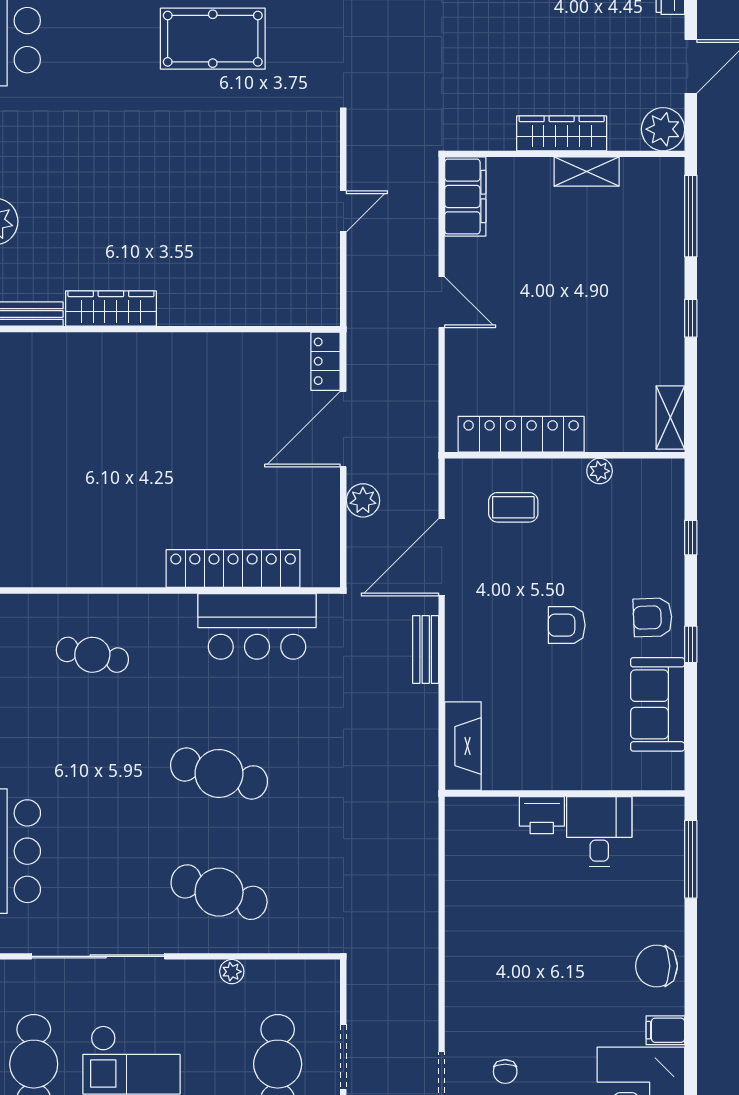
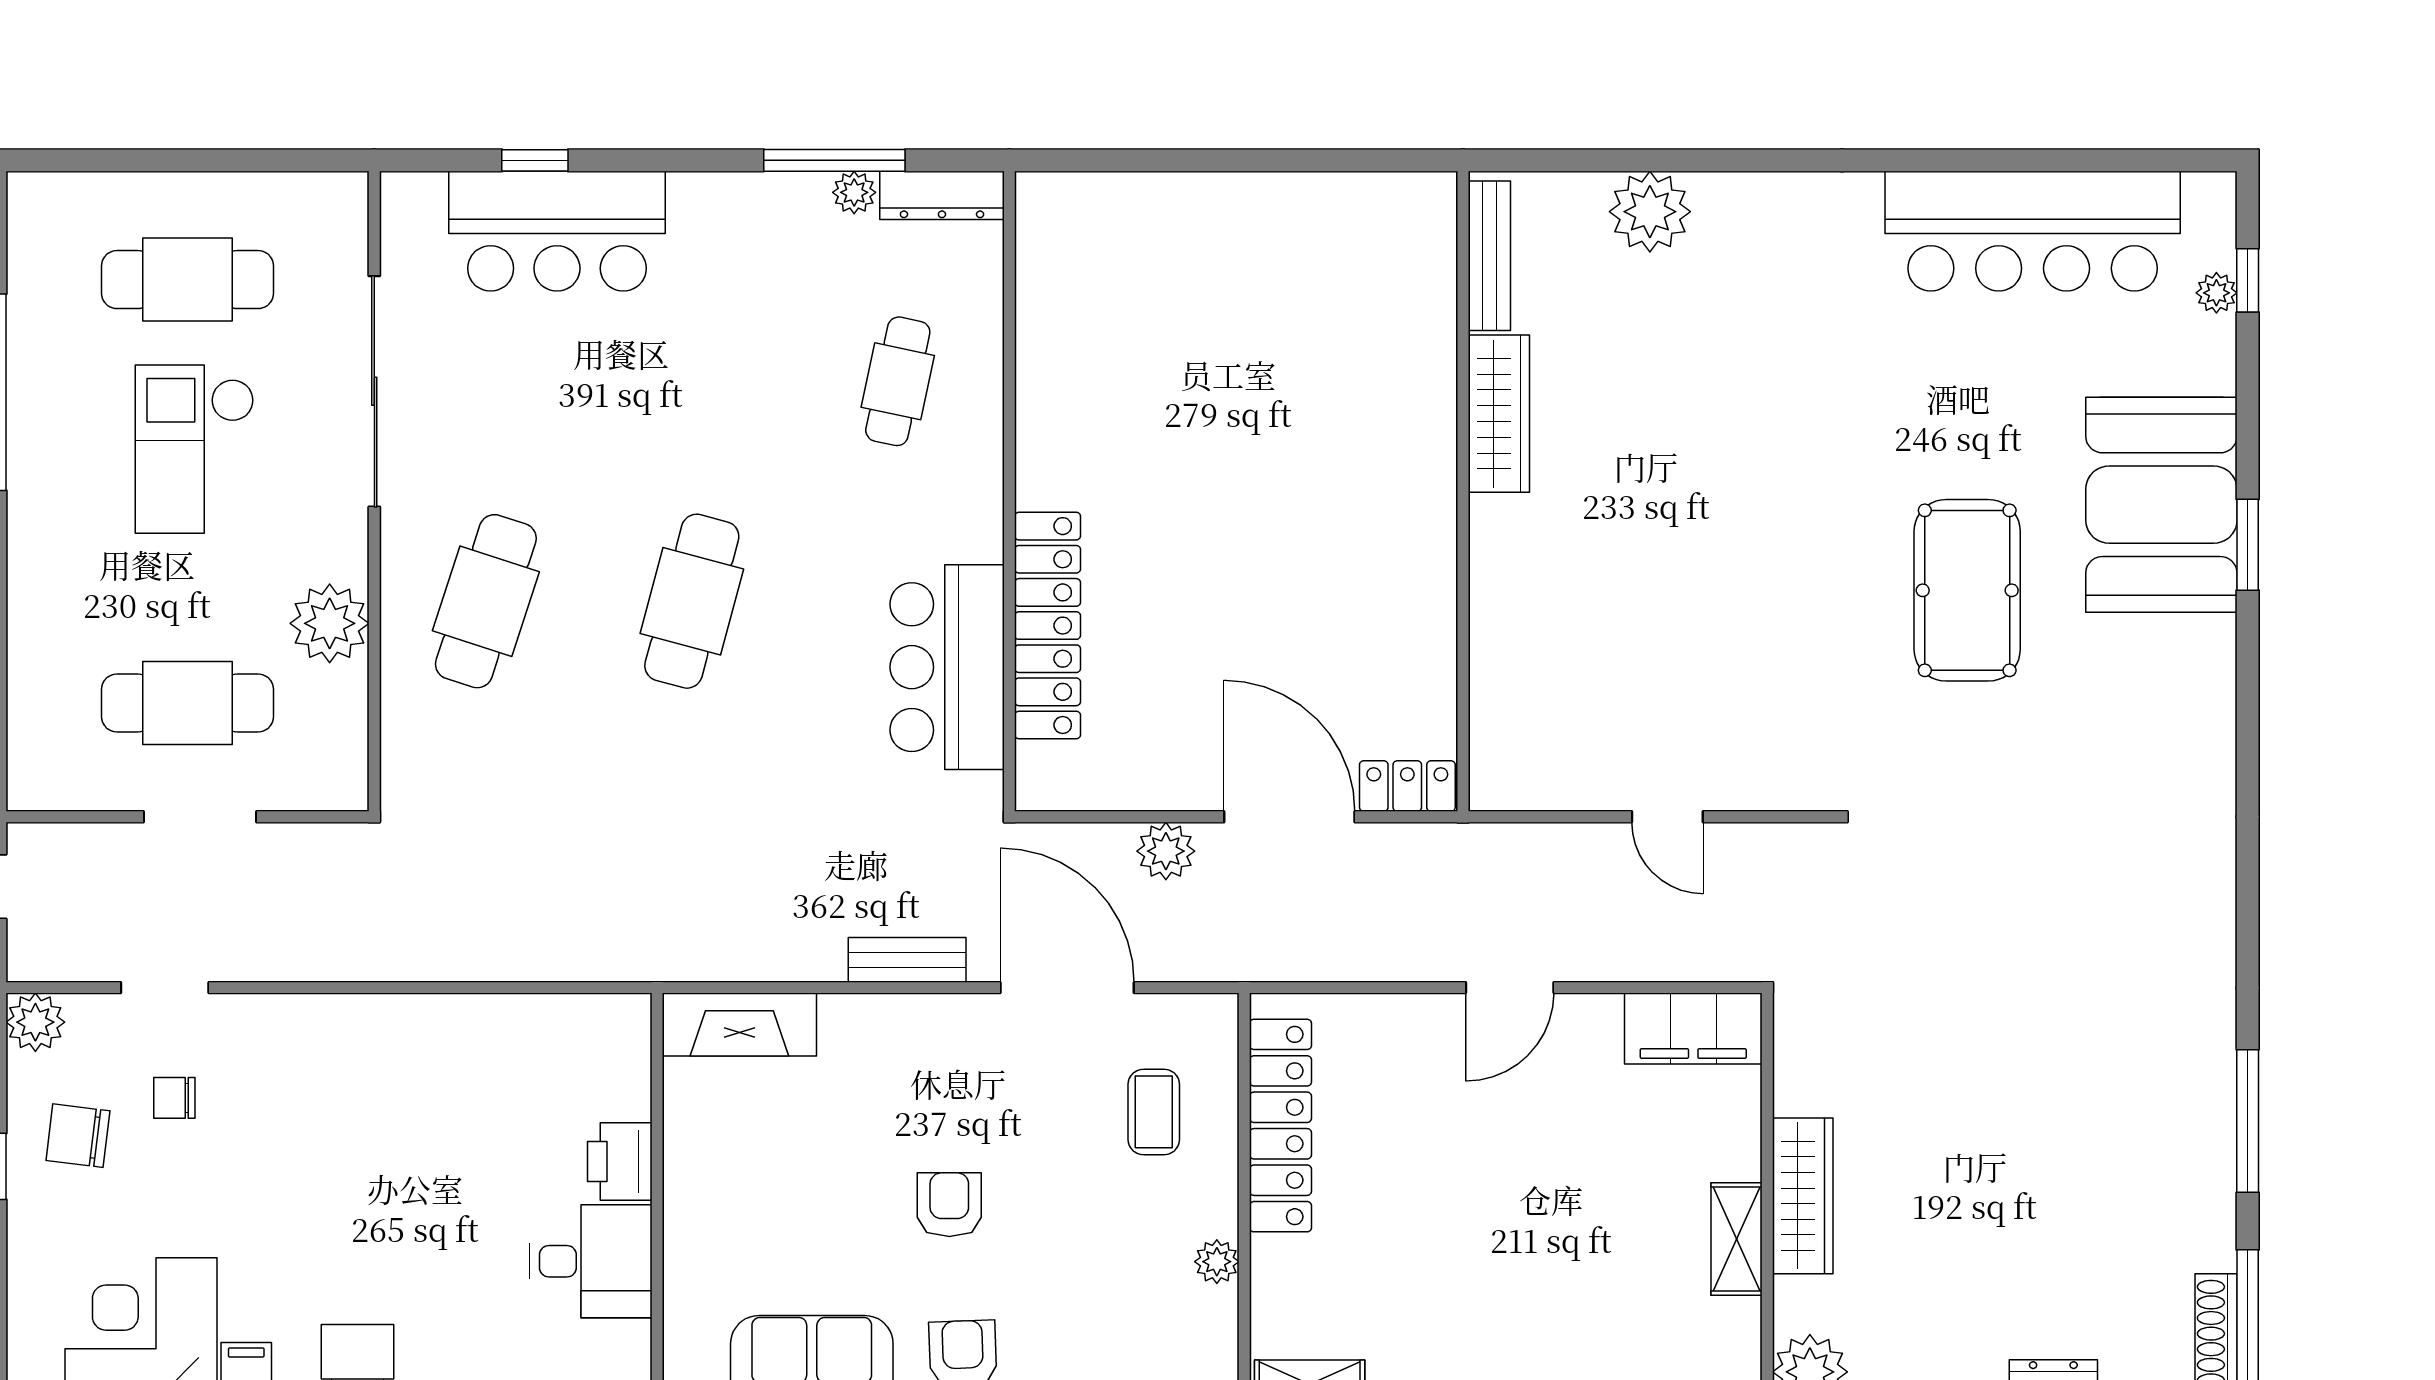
plant: (232, 972) -> (330, 623), width x1.87, depth x1.87

